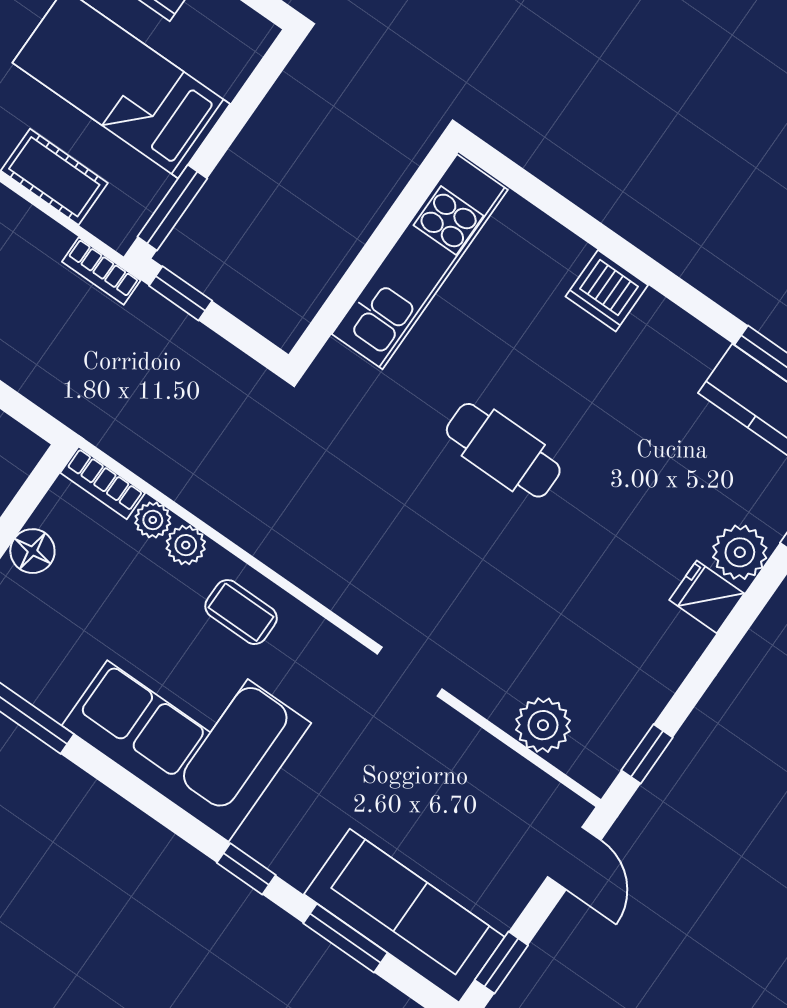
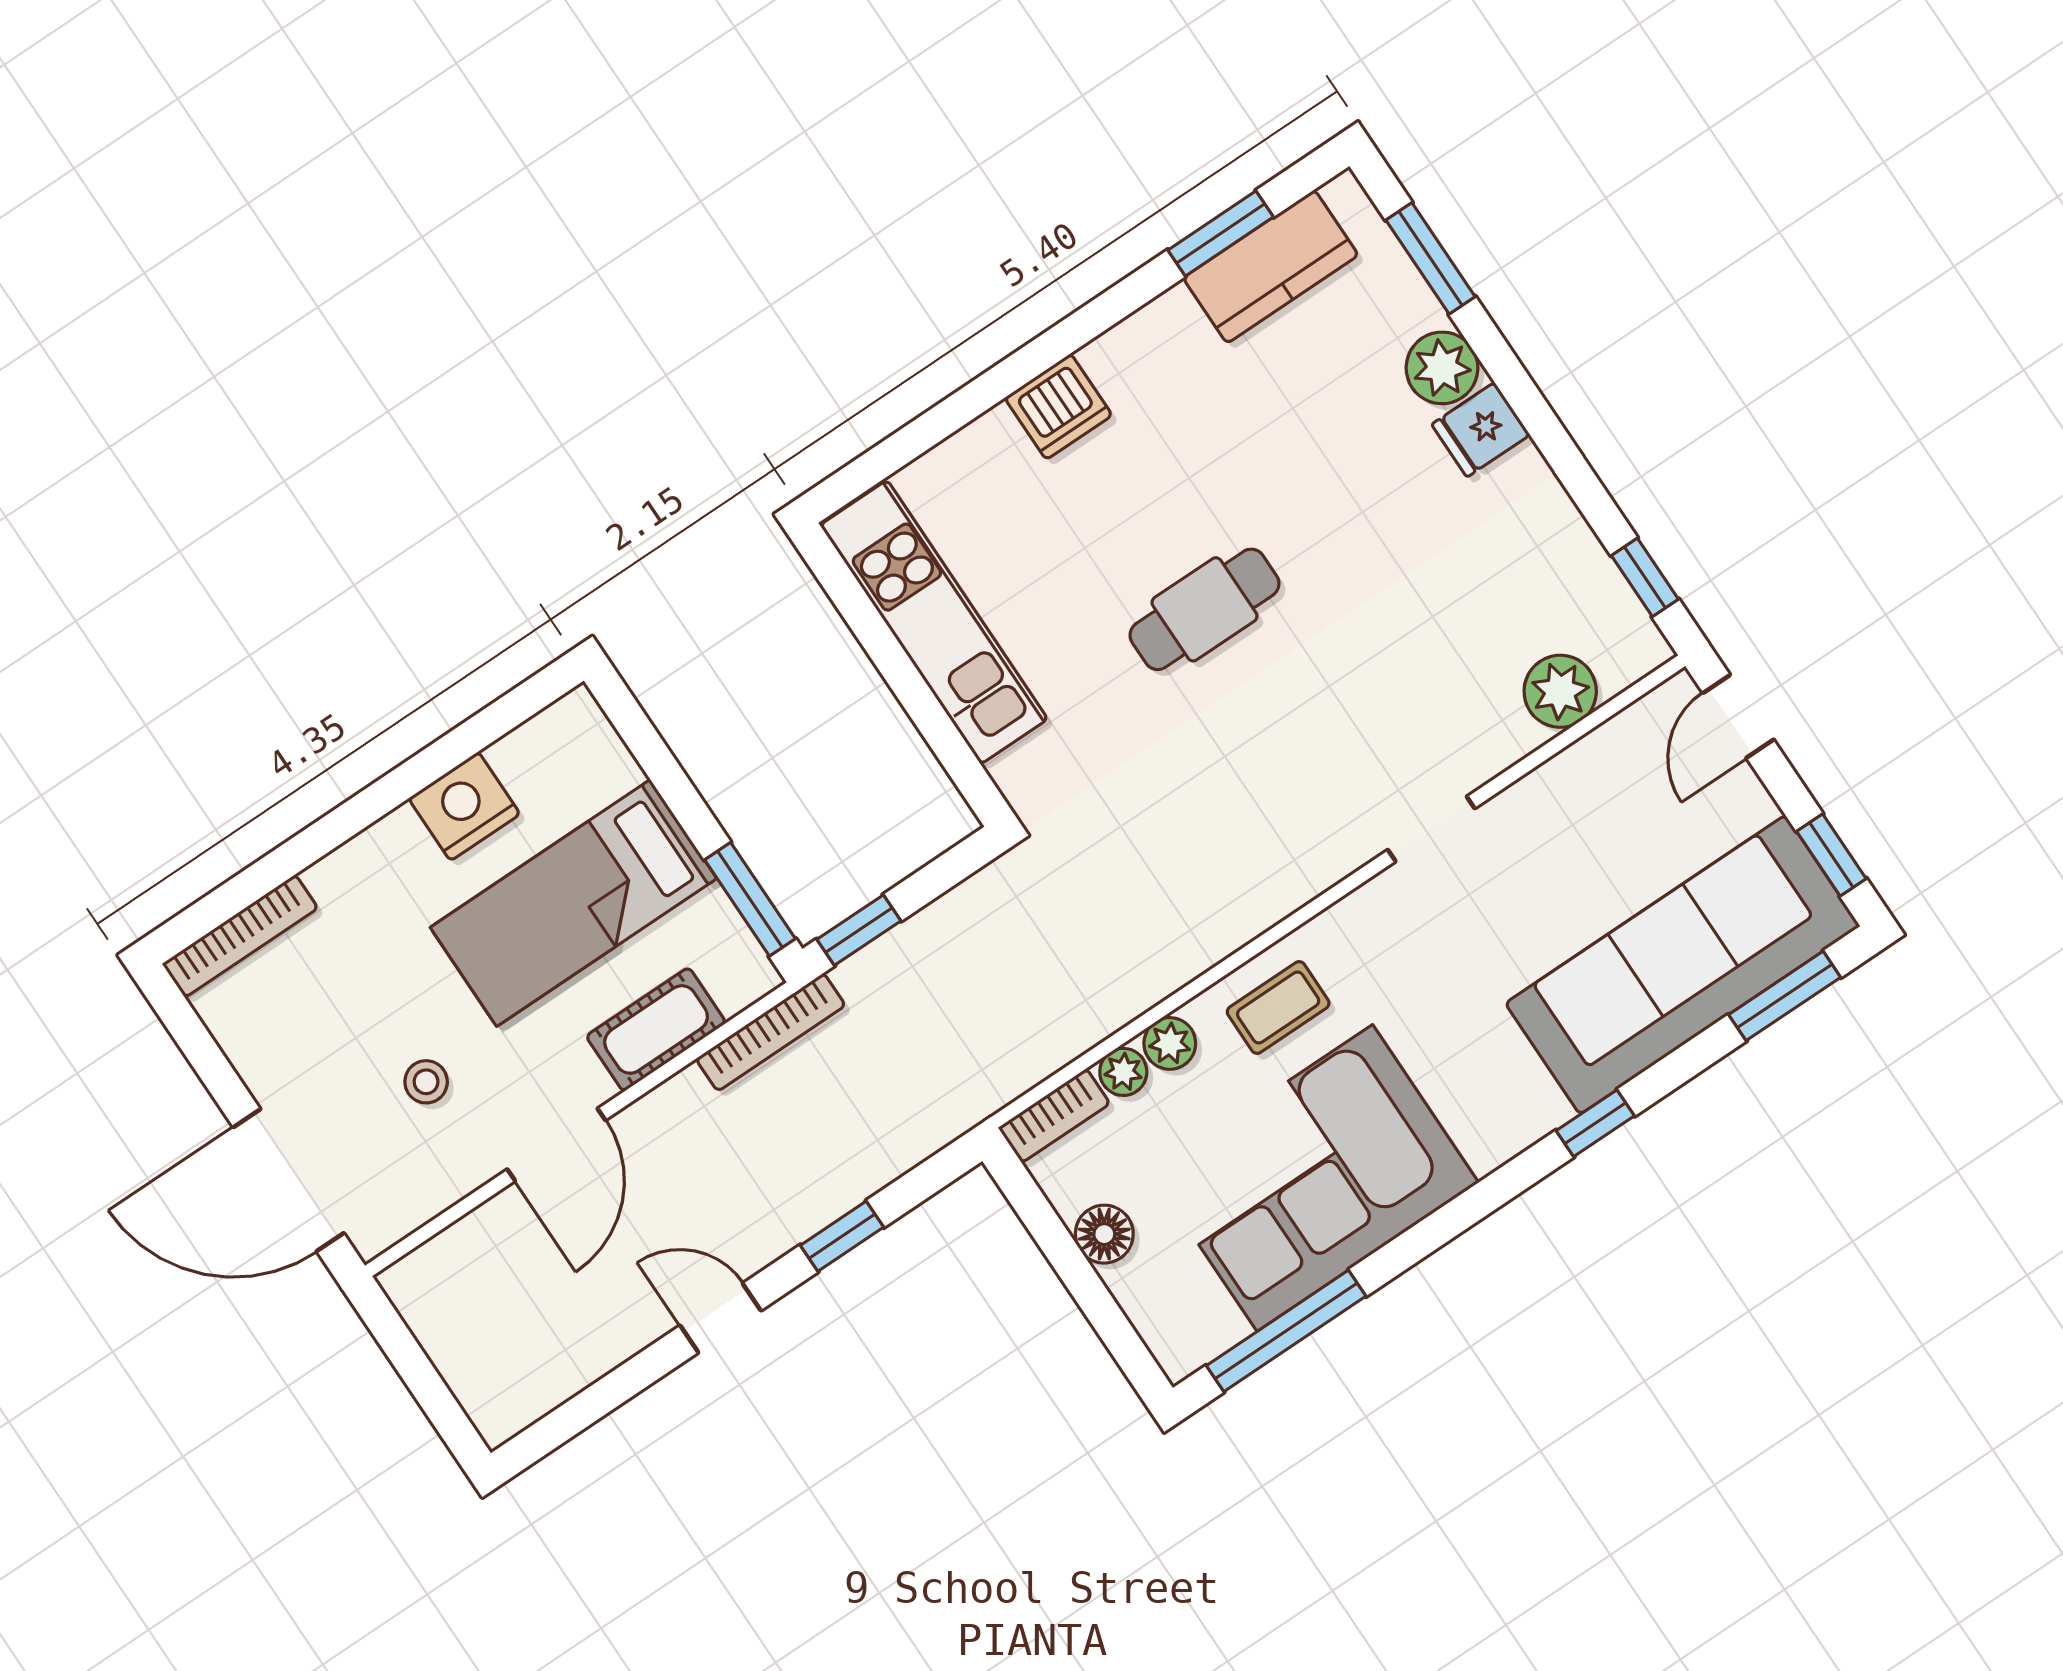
bookcase: (101, 271) -> (771, 1032), width x1.56
corner sofa: (187, 724) -> (1315, 1178), moved
door: (574, 858) -> (1738, 716), swing flipped
sofa: (404, 916) -> (1683, 965), width x1.36, depth x1.27
window: (345, 938) -> (1785, 996), moved

